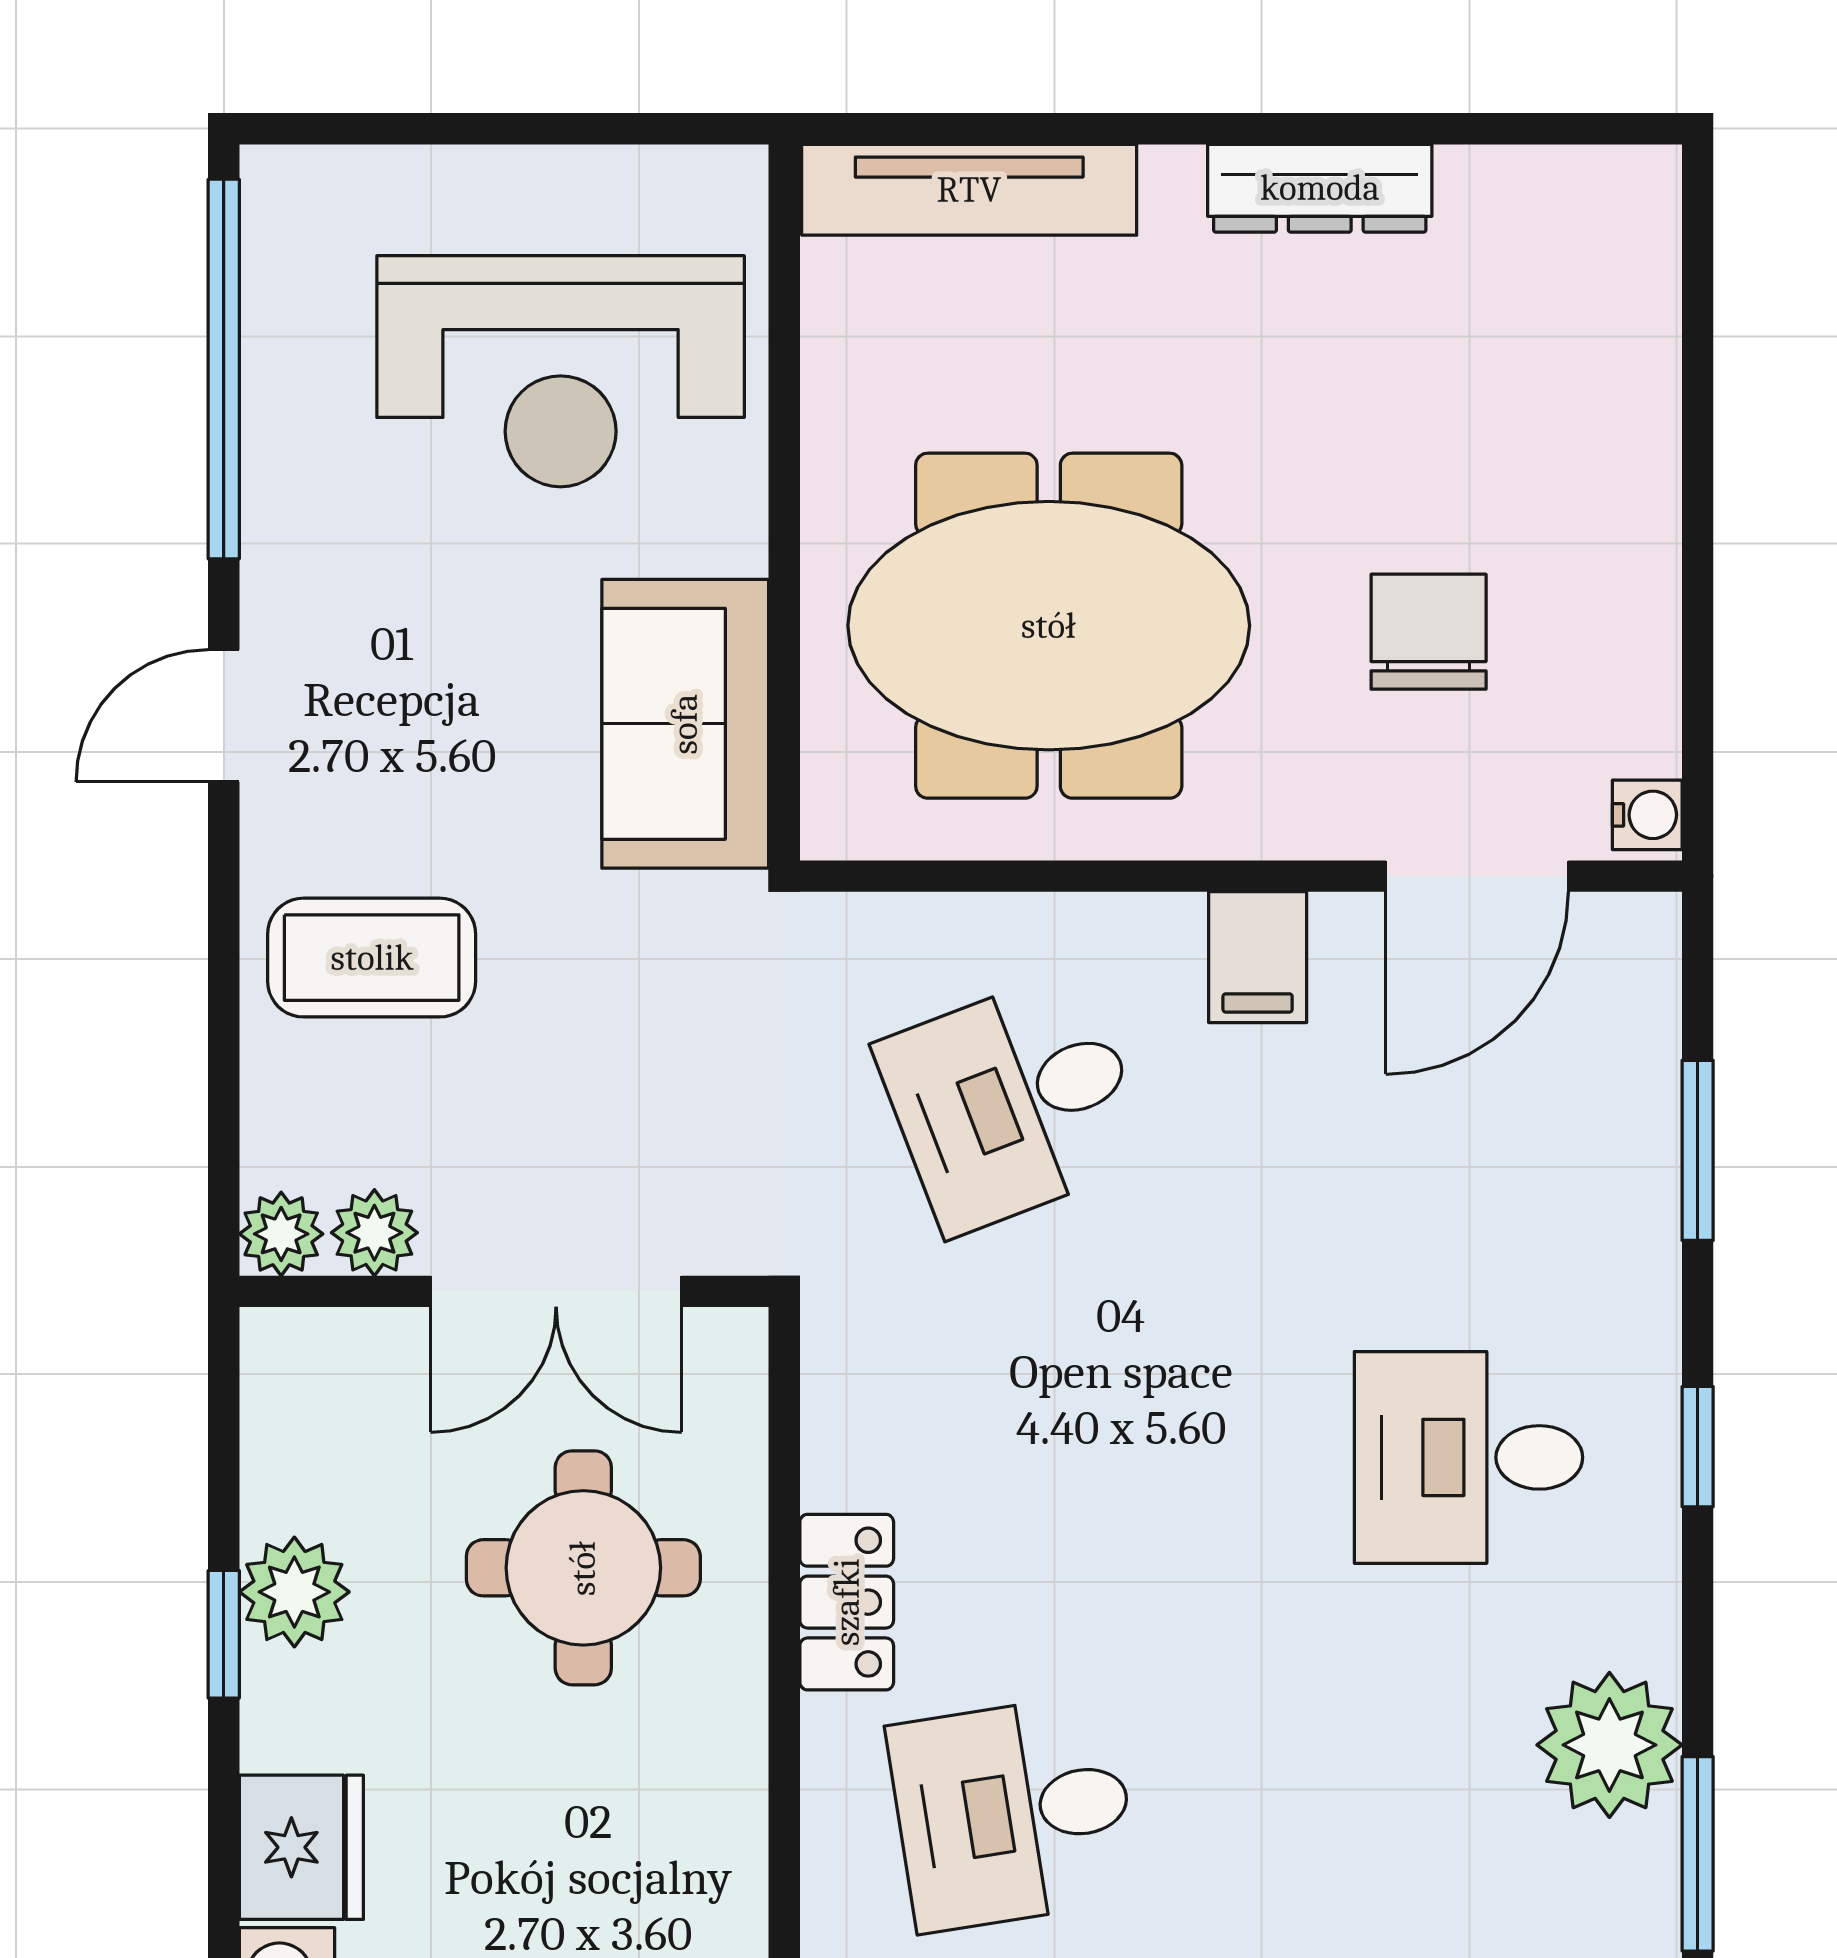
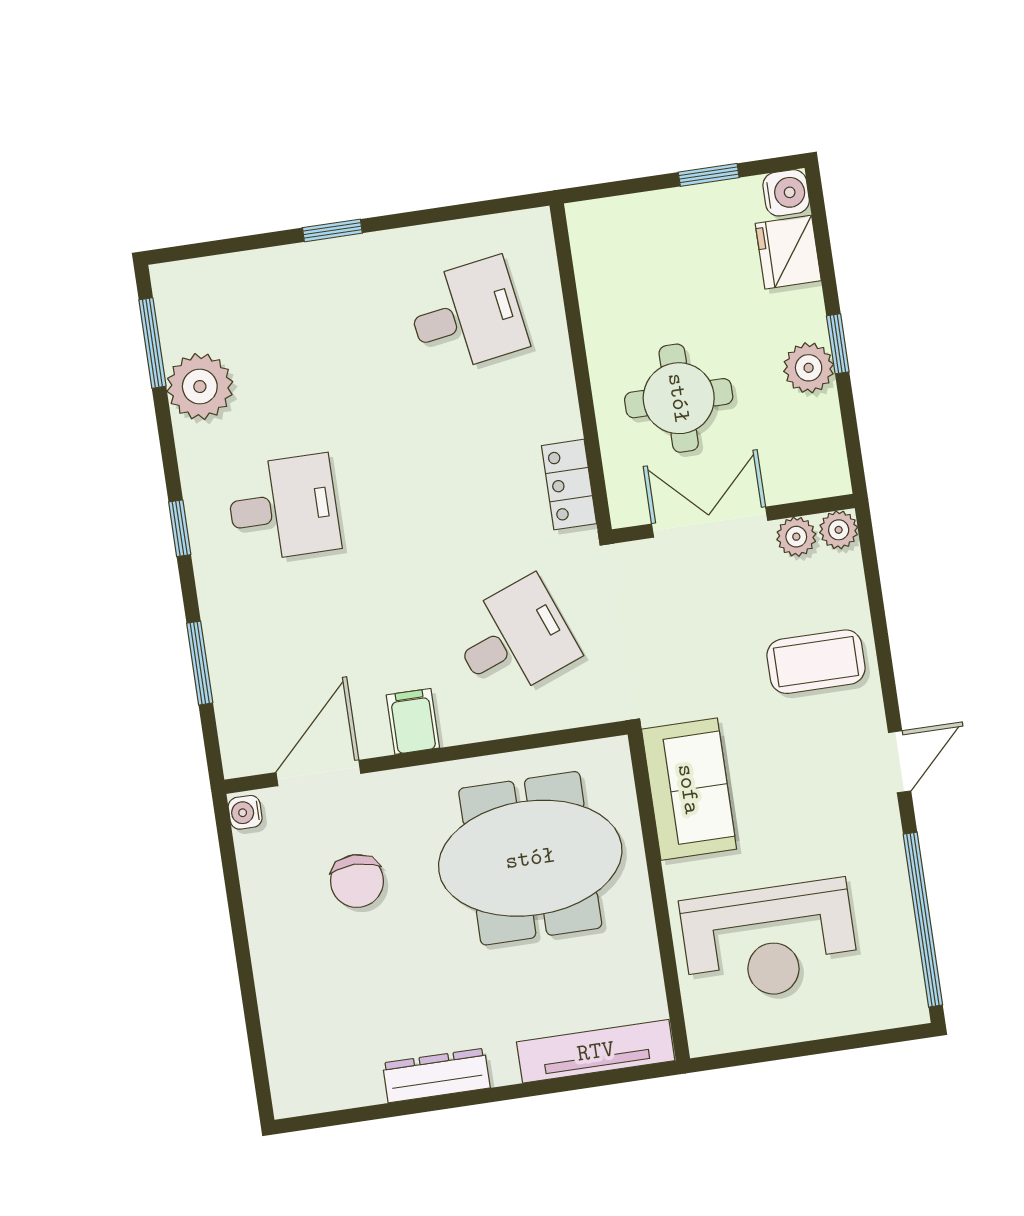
reception desk: (561, 371) -> (769, 941), turned 180
locker: (847, 1602) -> (569, 485), moved

